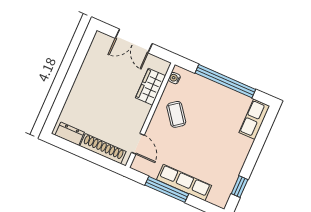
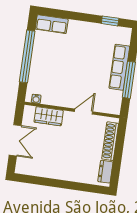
coffee table: (176, 114) -> (65, 89), removed
door: (138, 144) -> (83, 112), moved

